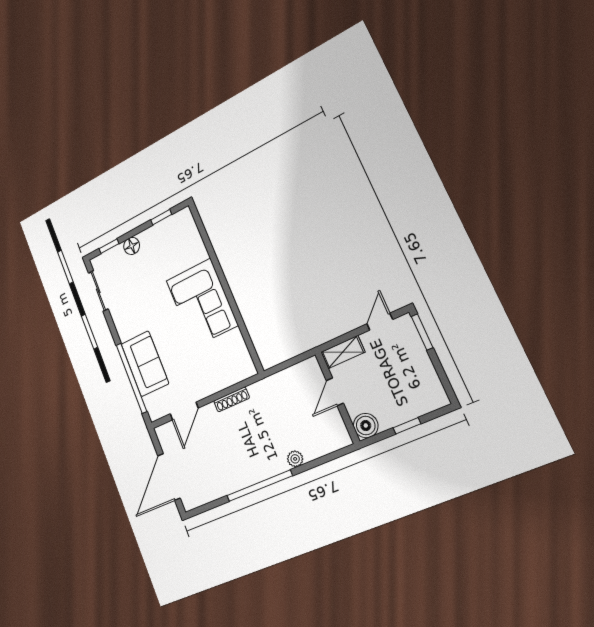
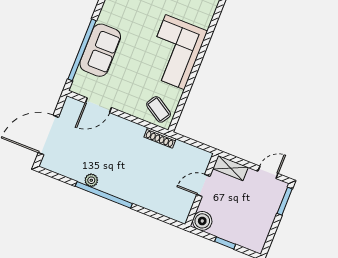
coffee table: (234, 364) -> (159, 109), added
shoe rack: (232, 399) -> (160, 138), moved
plant: (295, 459) -> (91, 180), moved

